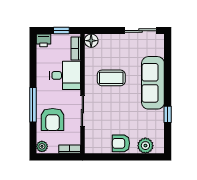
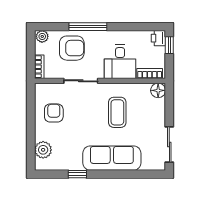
window: (61, 31) -> (169, 45), moved
armchair: (53, 119) -> (72, 48), turned 180
armchair: (121, 143) -> (54, 113), moved

